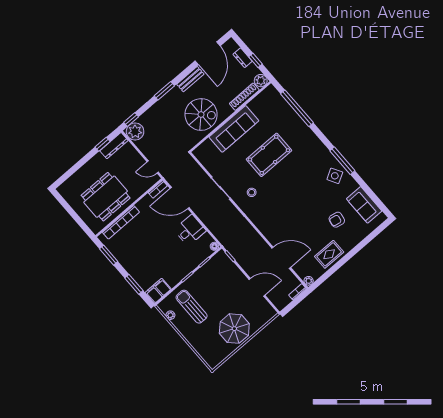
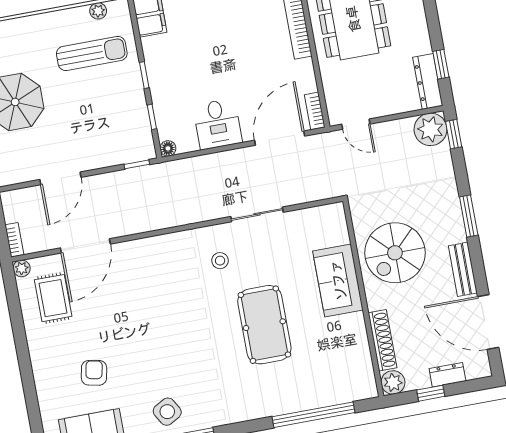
sofa: (234, 129) -> (338, 280), width x0.73
door: (153, 167) -> (356, 124), swing flipped
rug: (329, 254) -> (53, 298), moved

